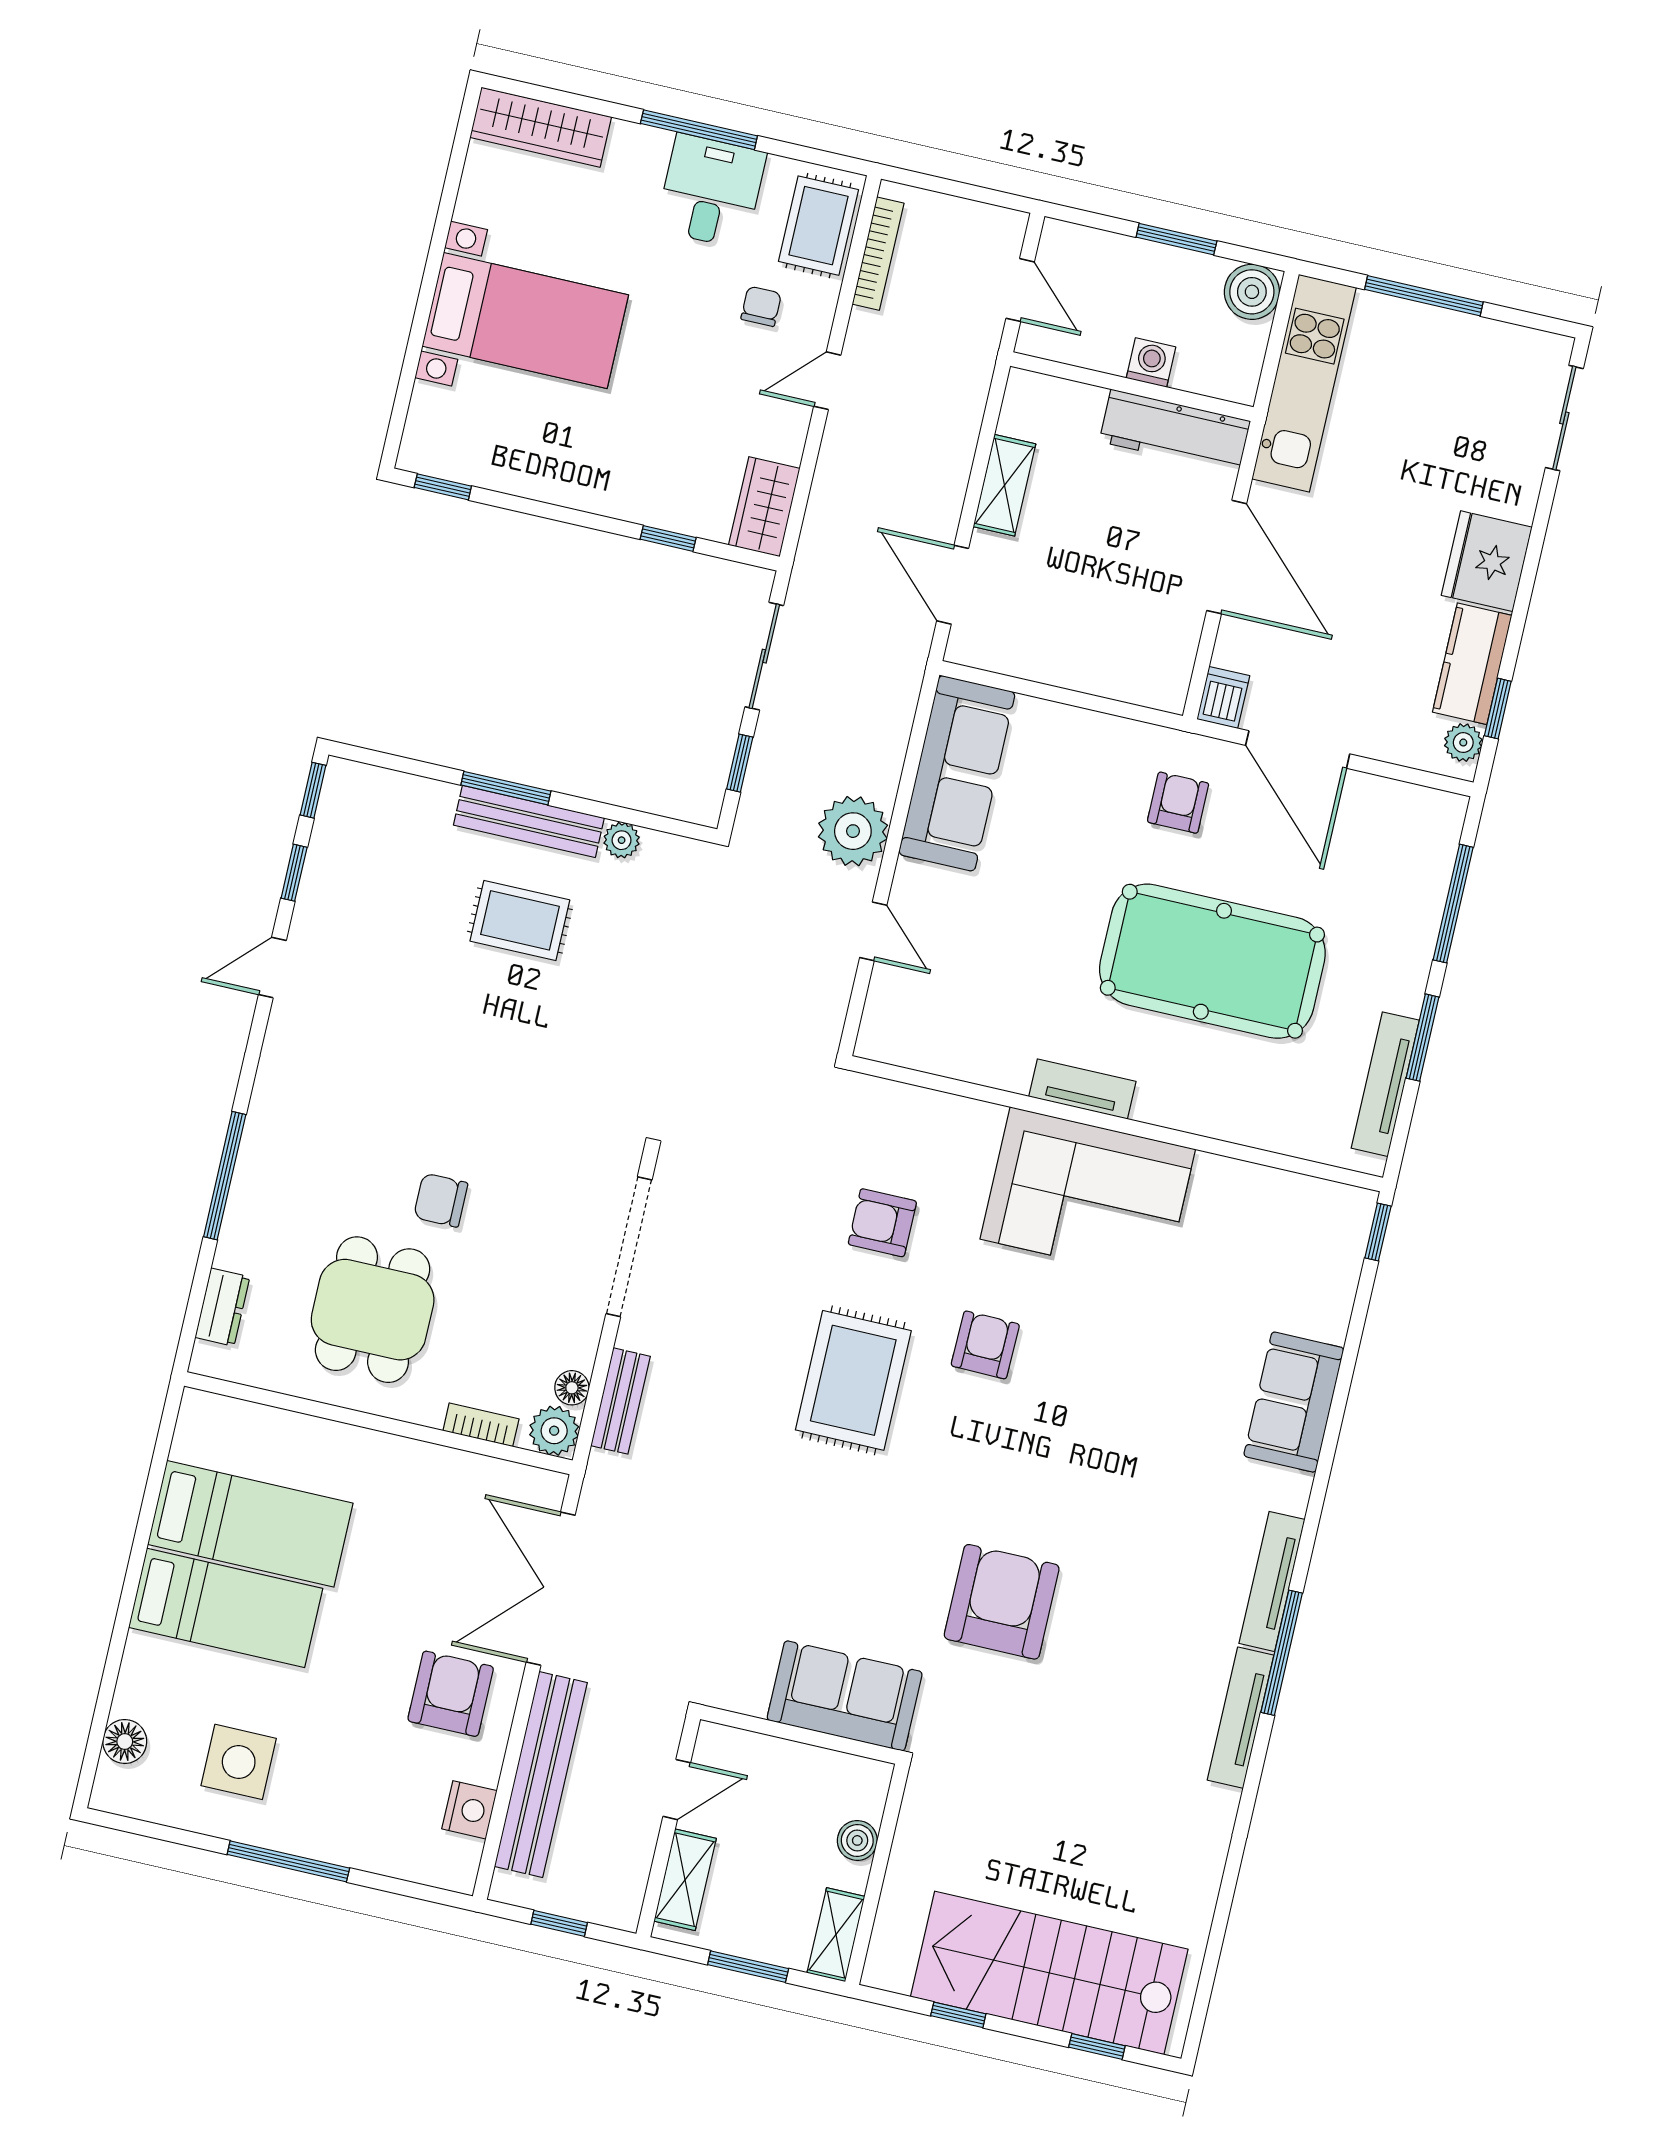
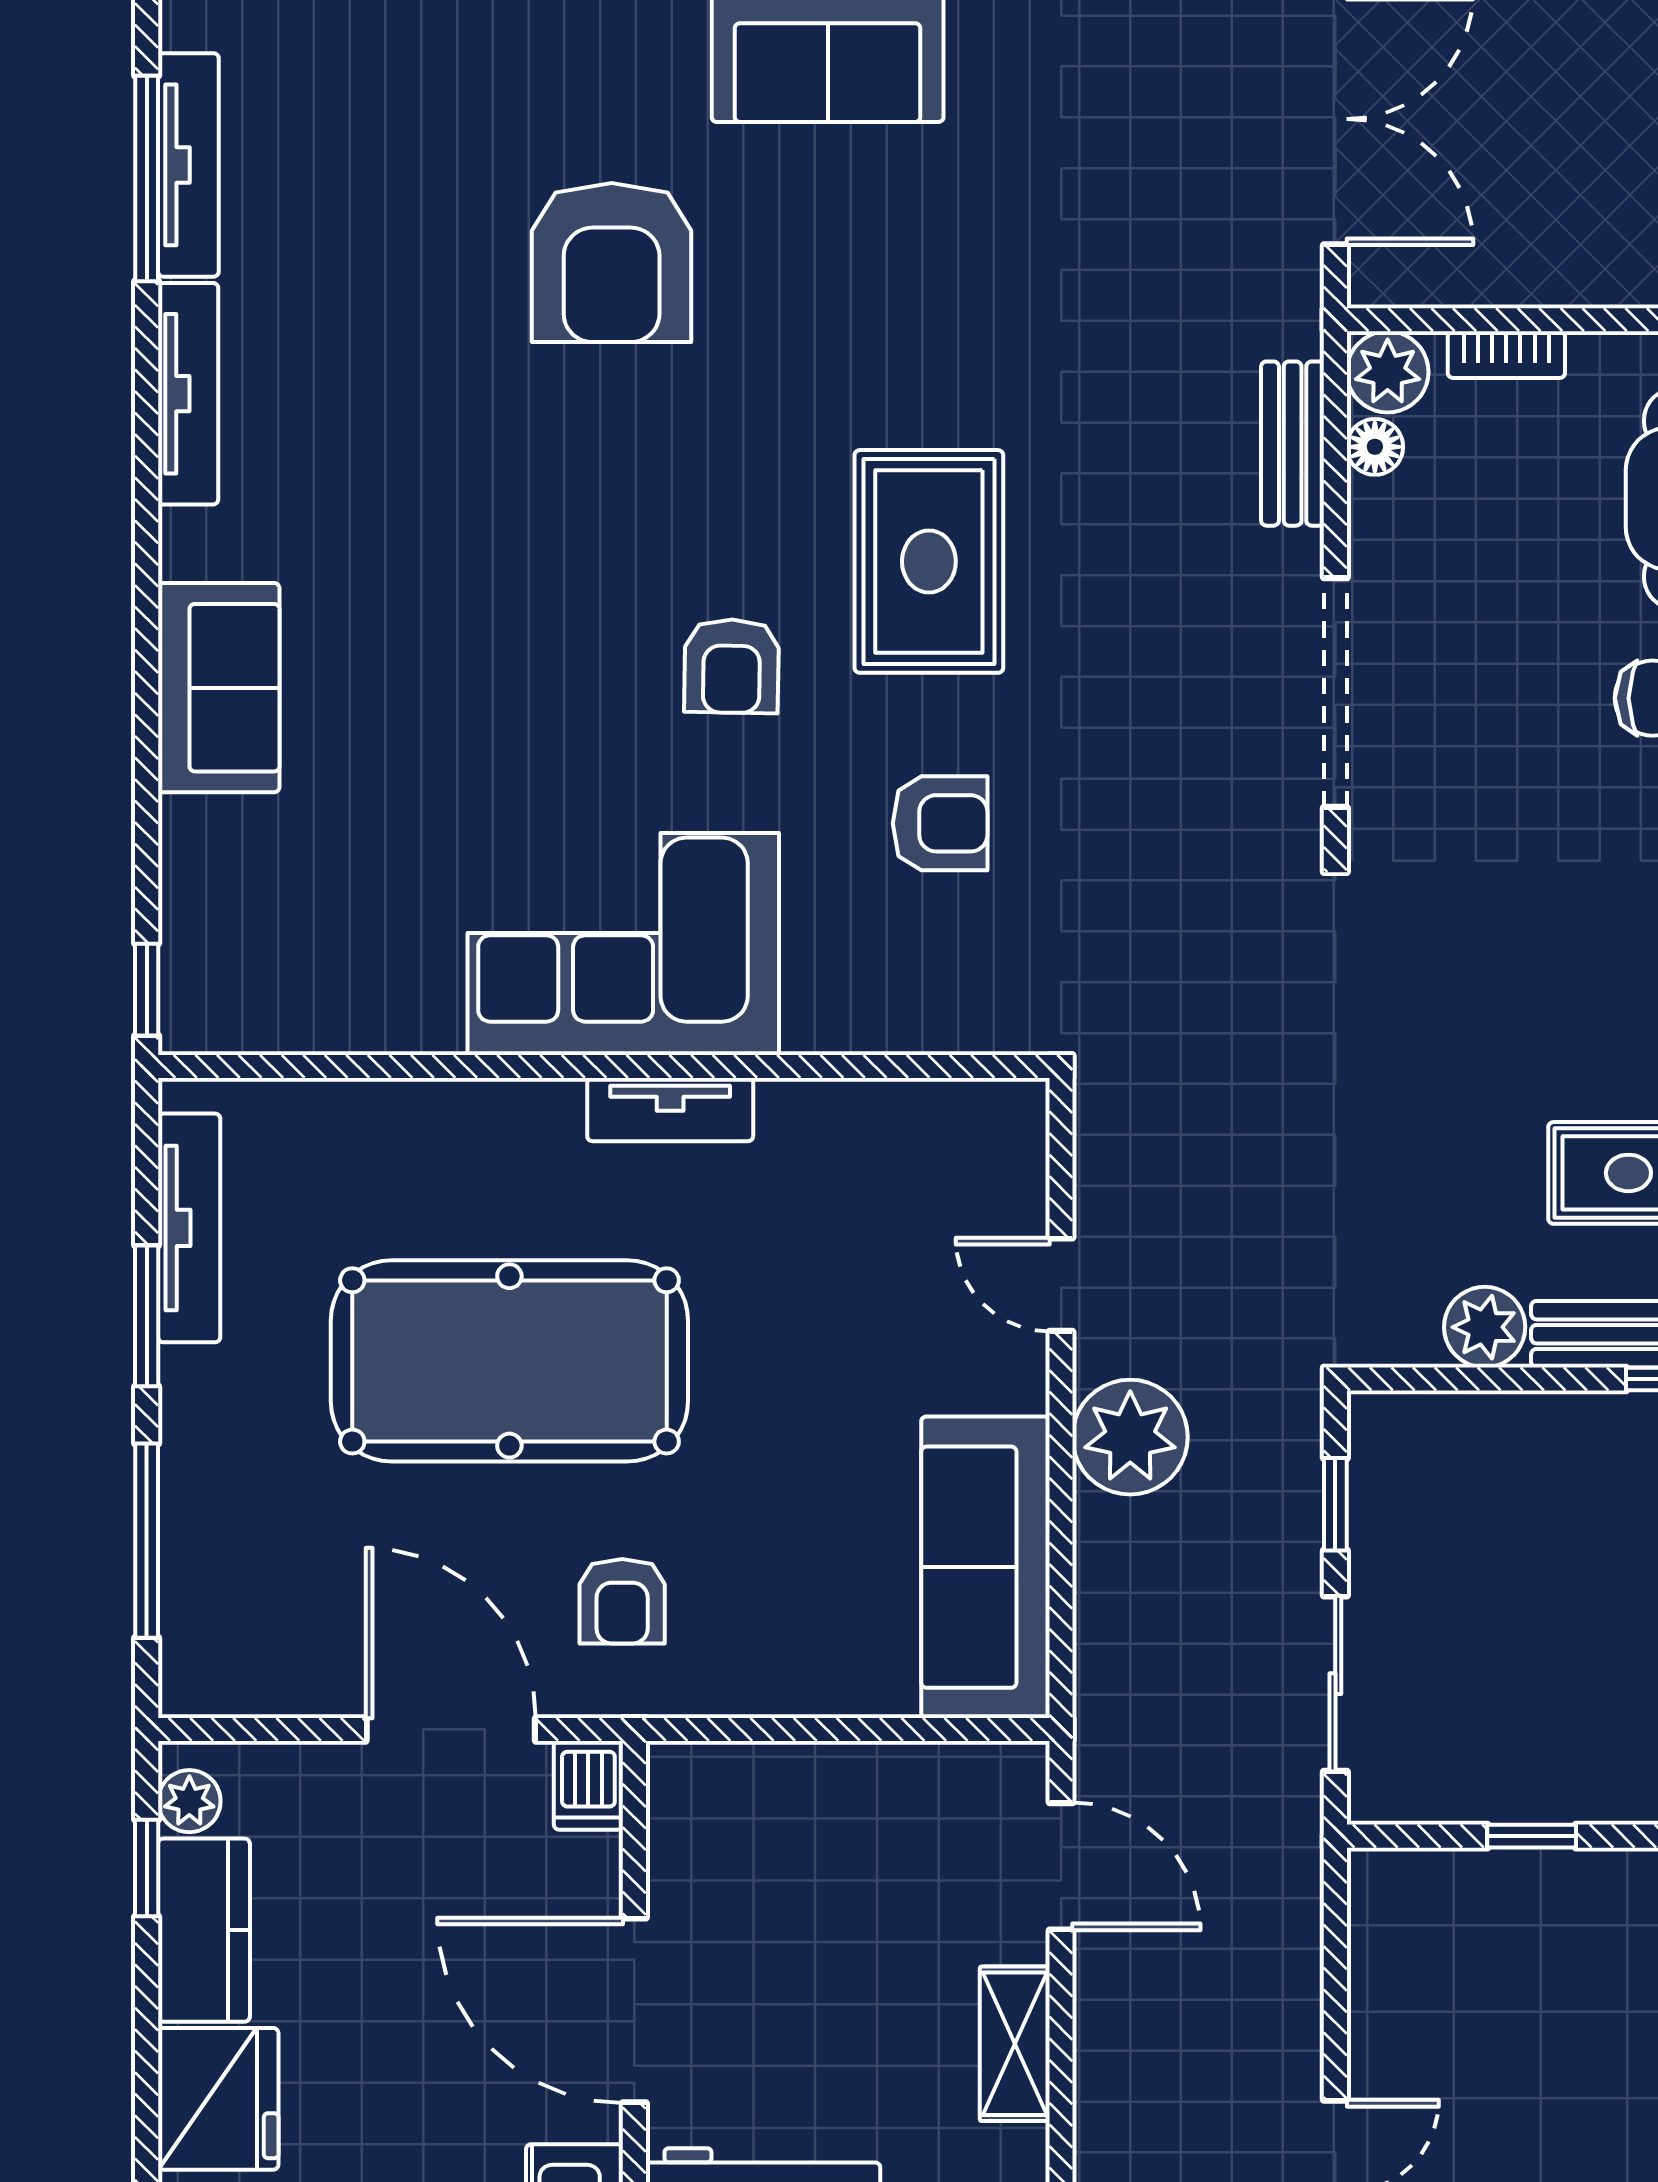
wardrobe: (764, 507) -> (1390, 1922), removed
plant: (622, 840) -> (1485, 1327), width x1.38, depth x1.38
window: (1282, 1653) -> (147, 179), moved

